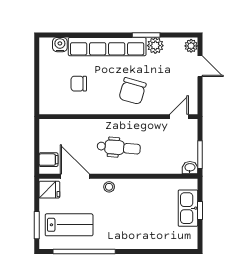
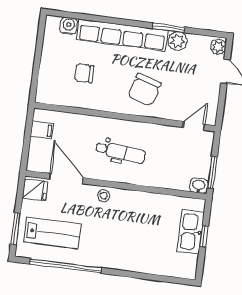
filing cabinet: (48, 160) -> (42, 130), moved

